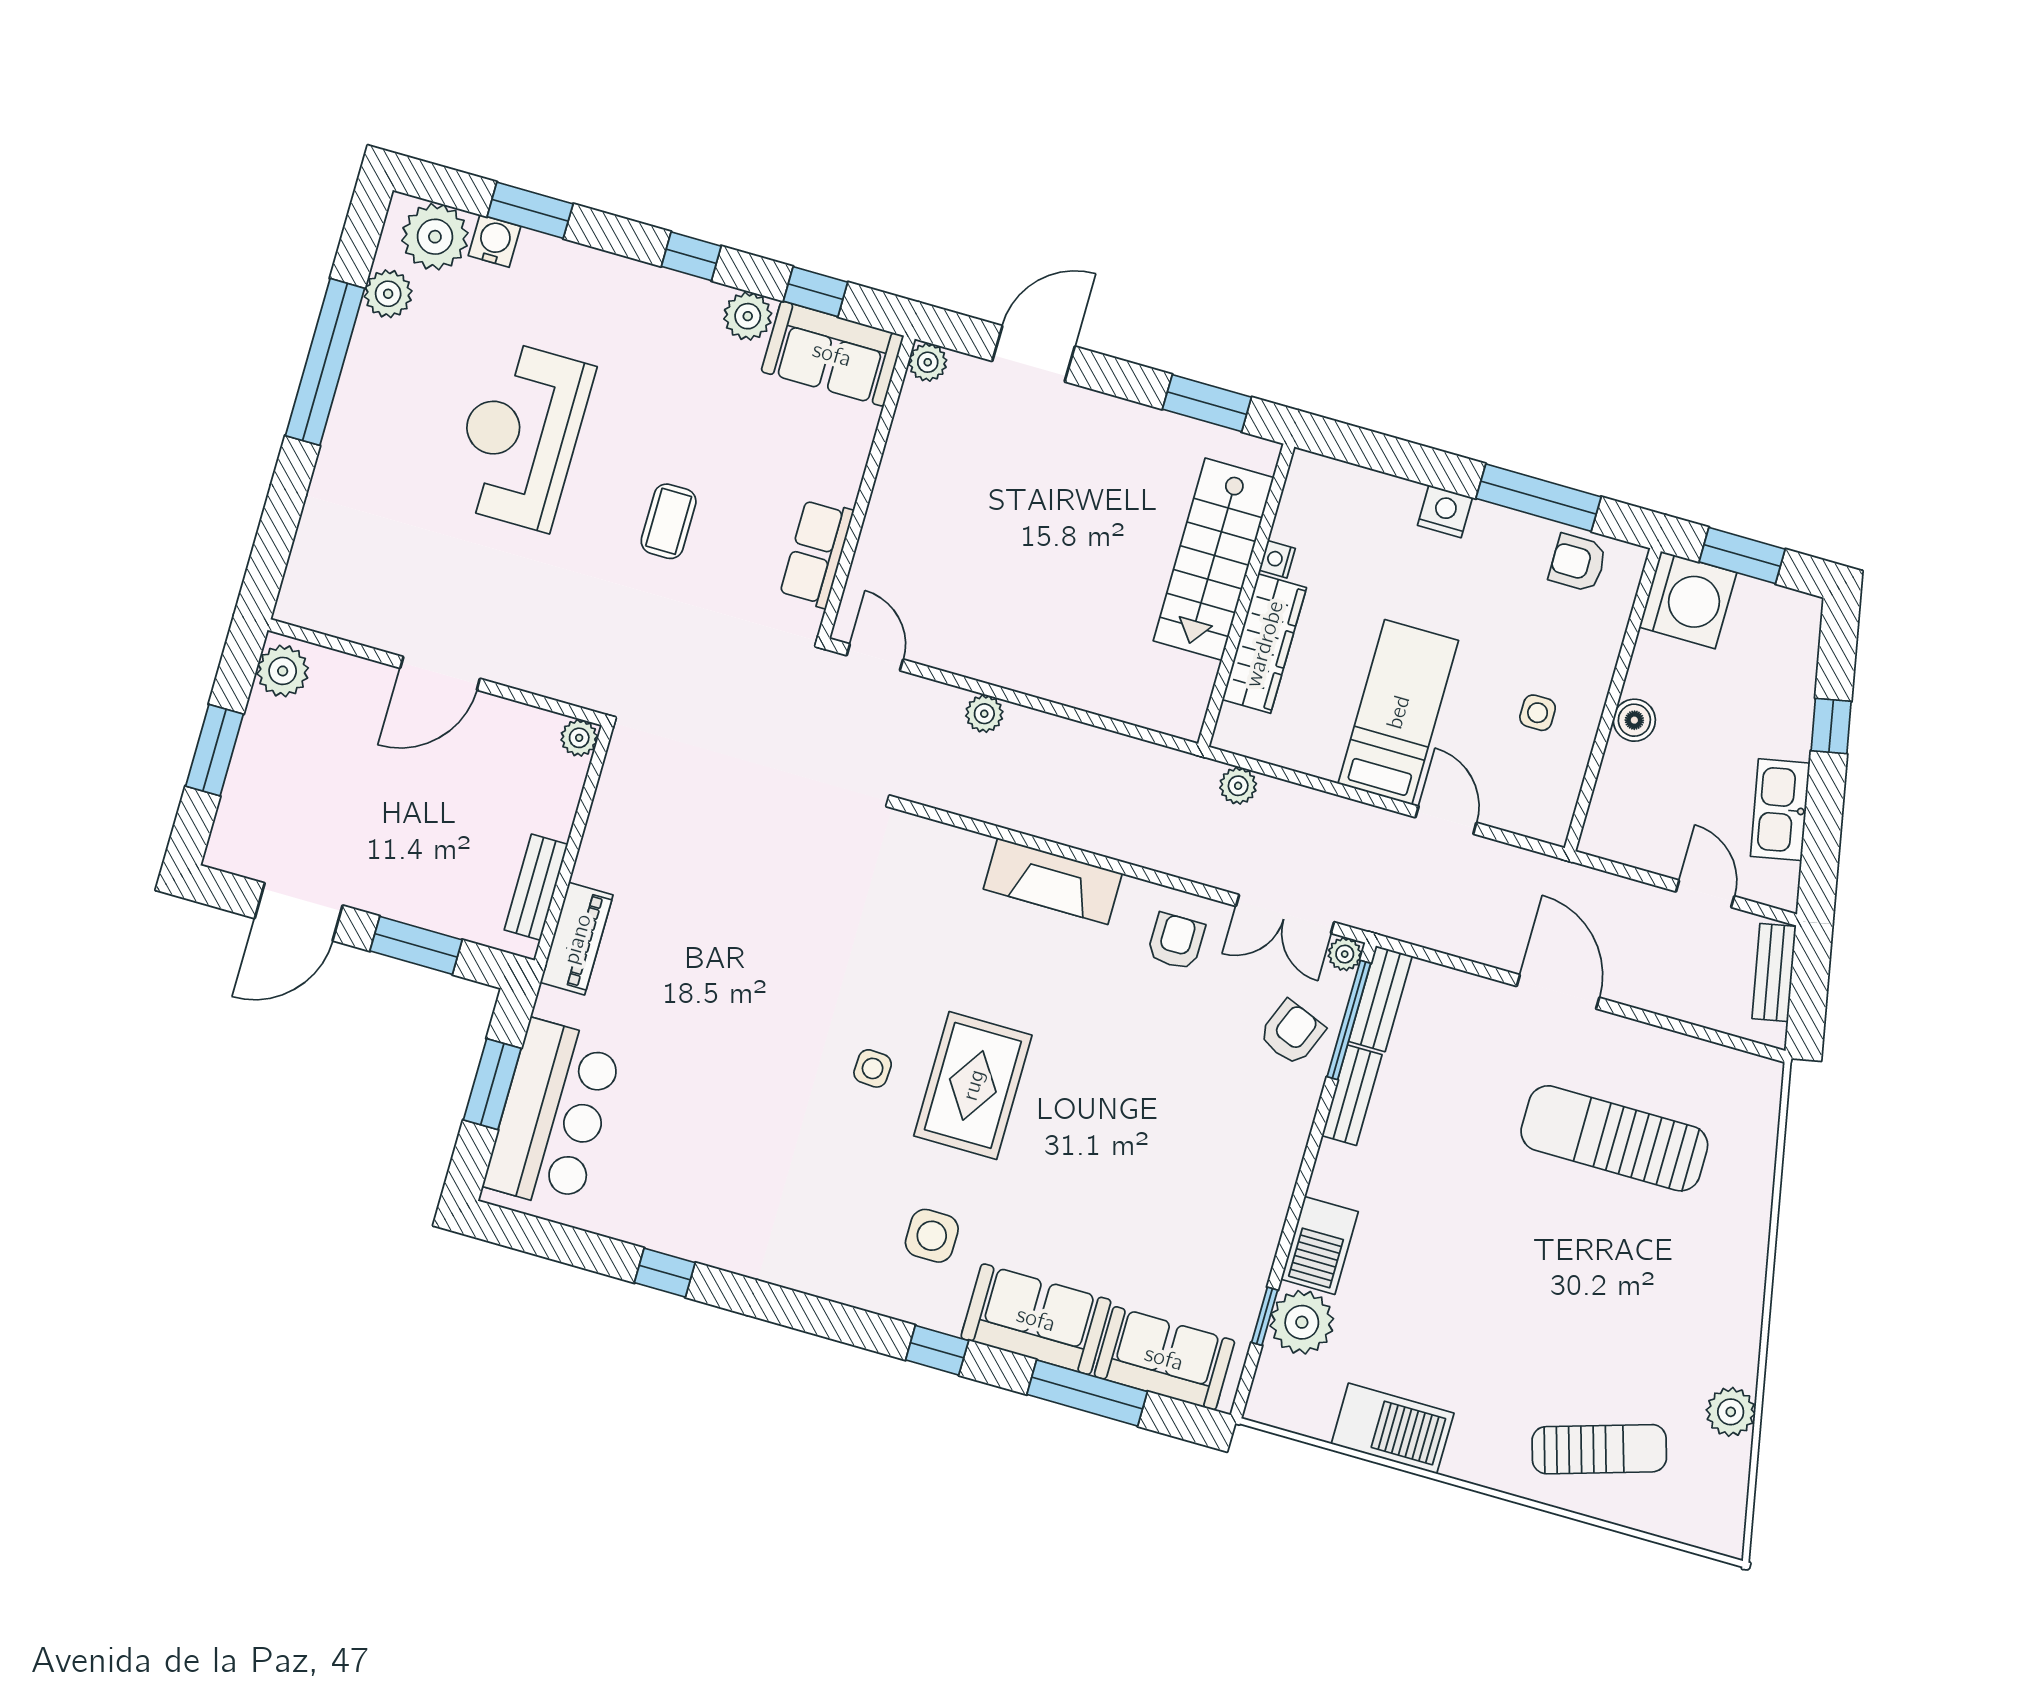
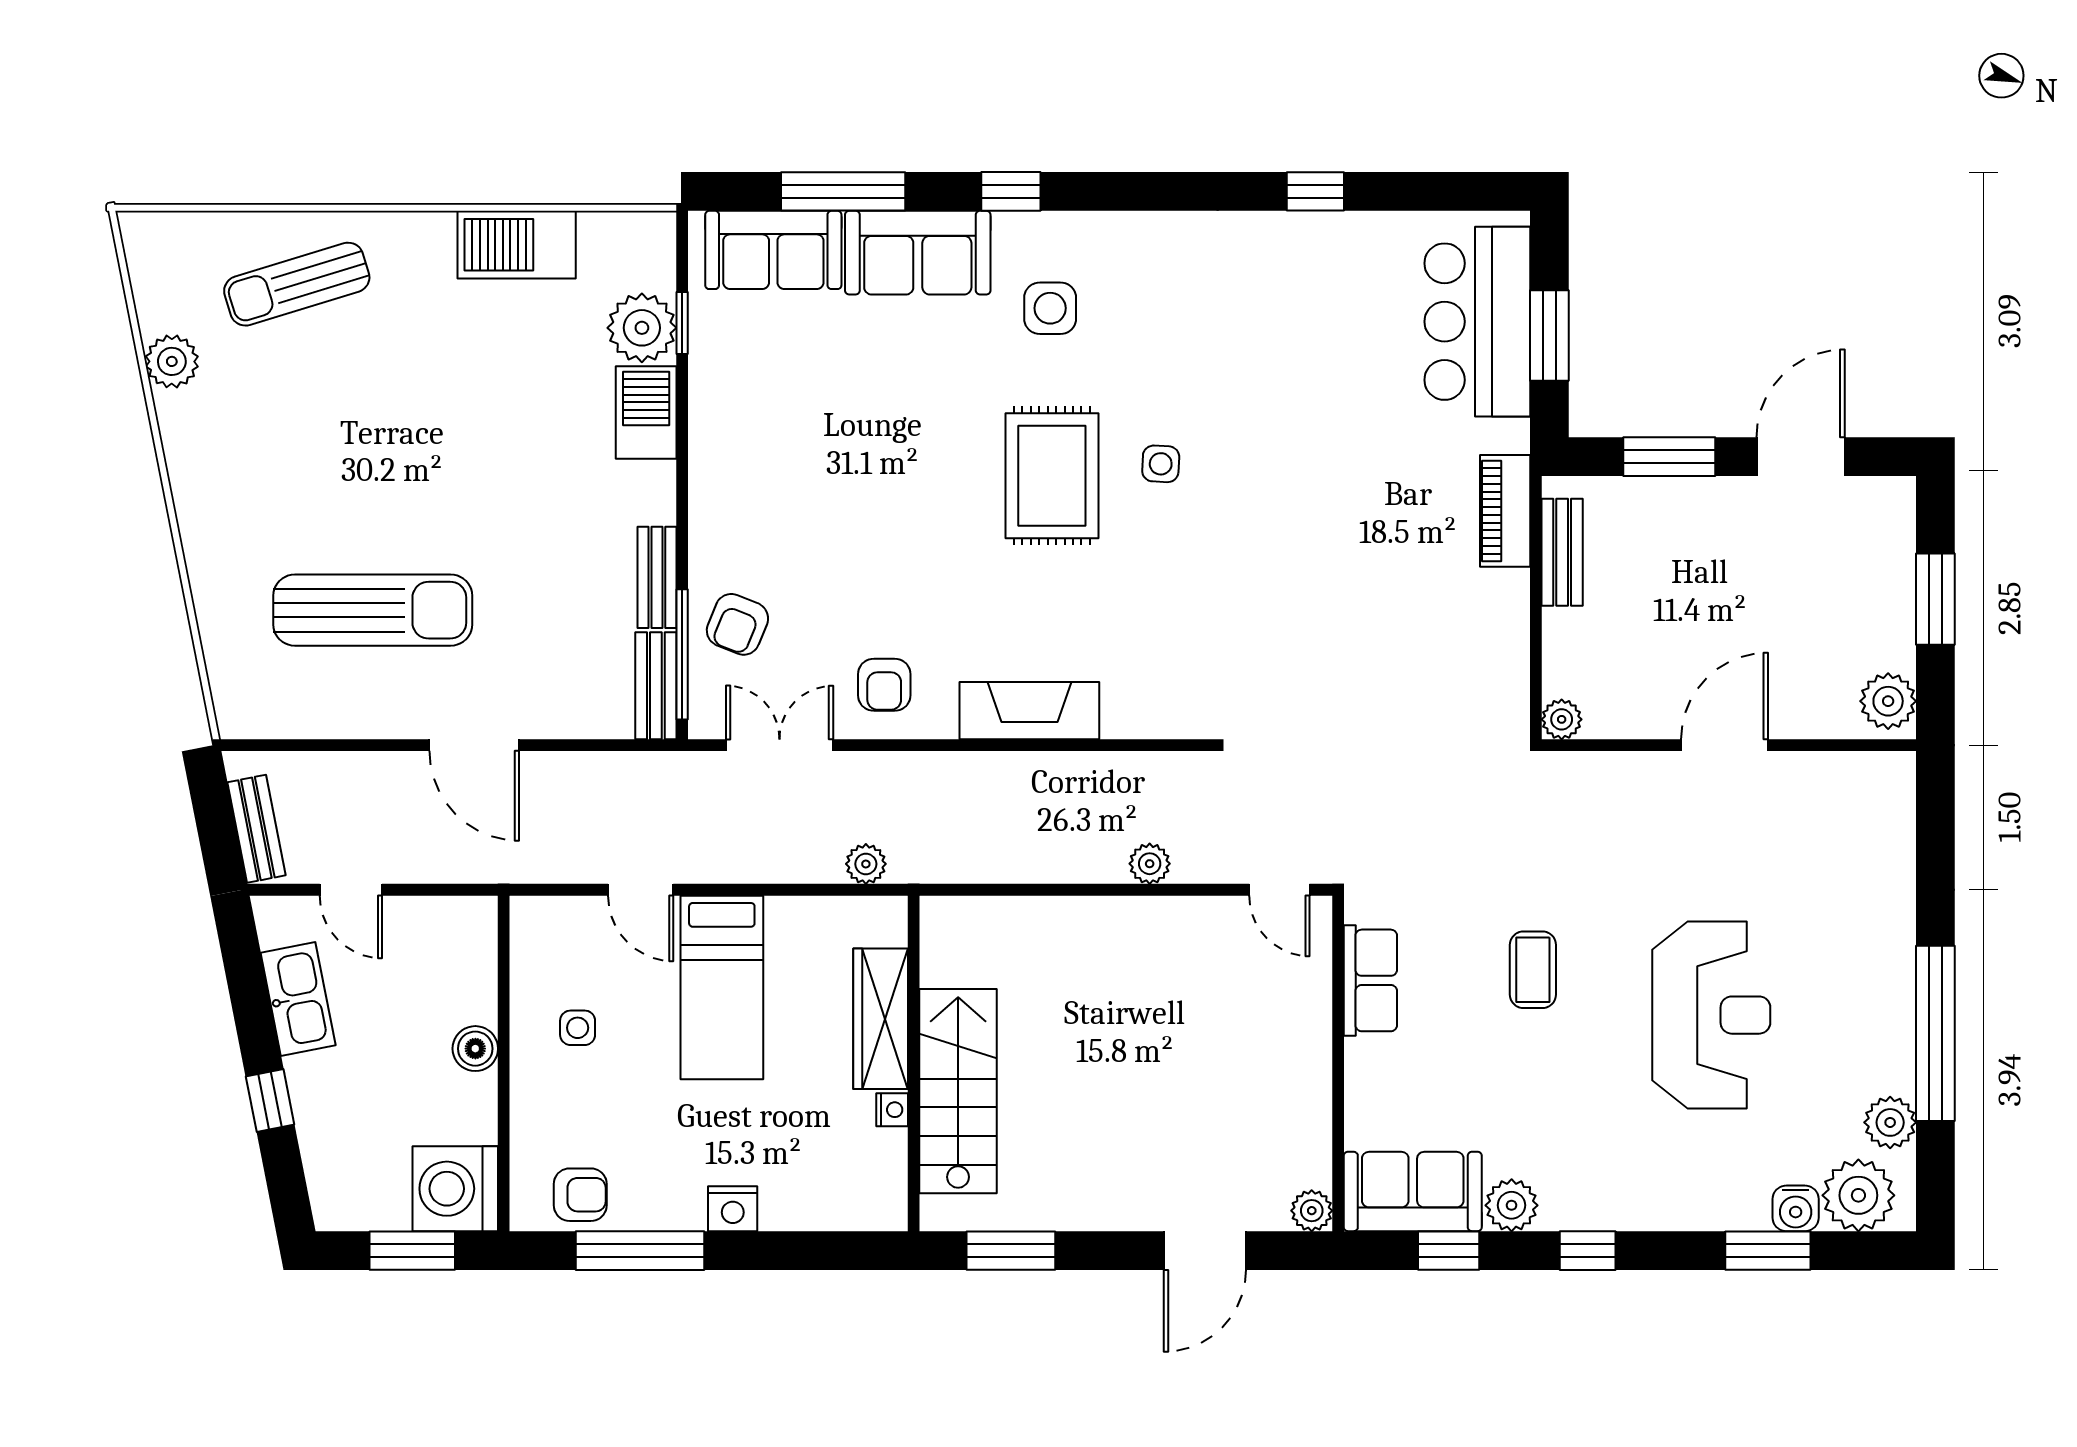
plant: (1345, 954) -> (706, 721), removed

